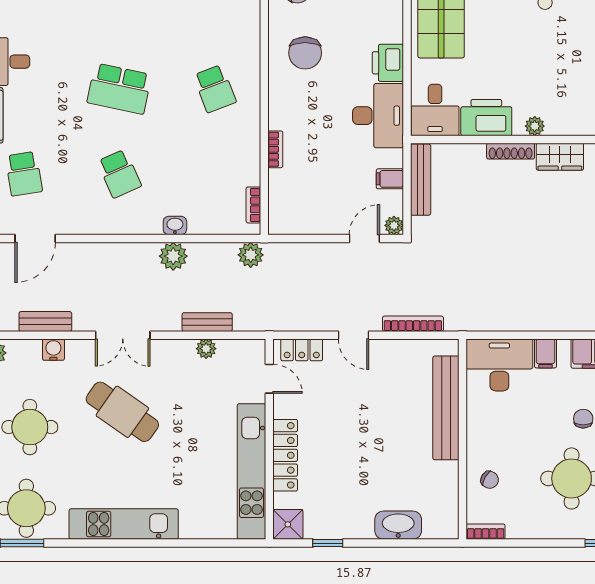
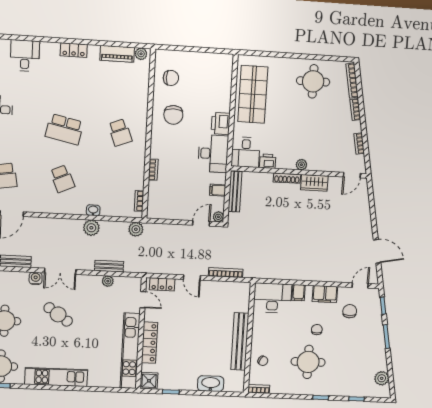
printer: (486, 118) -> (268, 161), width x0.53, depth x0.68
water cooler: (53, 350) -> (36, 278), moved
bench: (446, 408) -> (240, 341), moved
cafe table: (122, 412) -> (58, 314), width x0.73, depth x0.74

